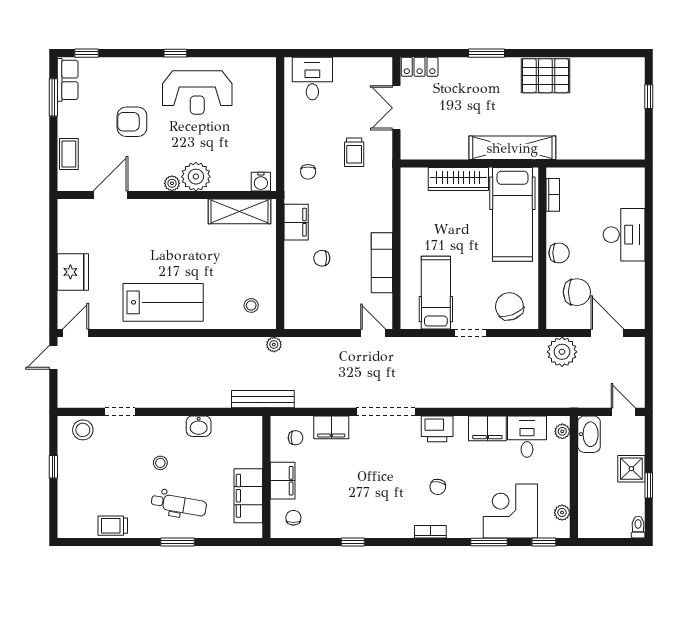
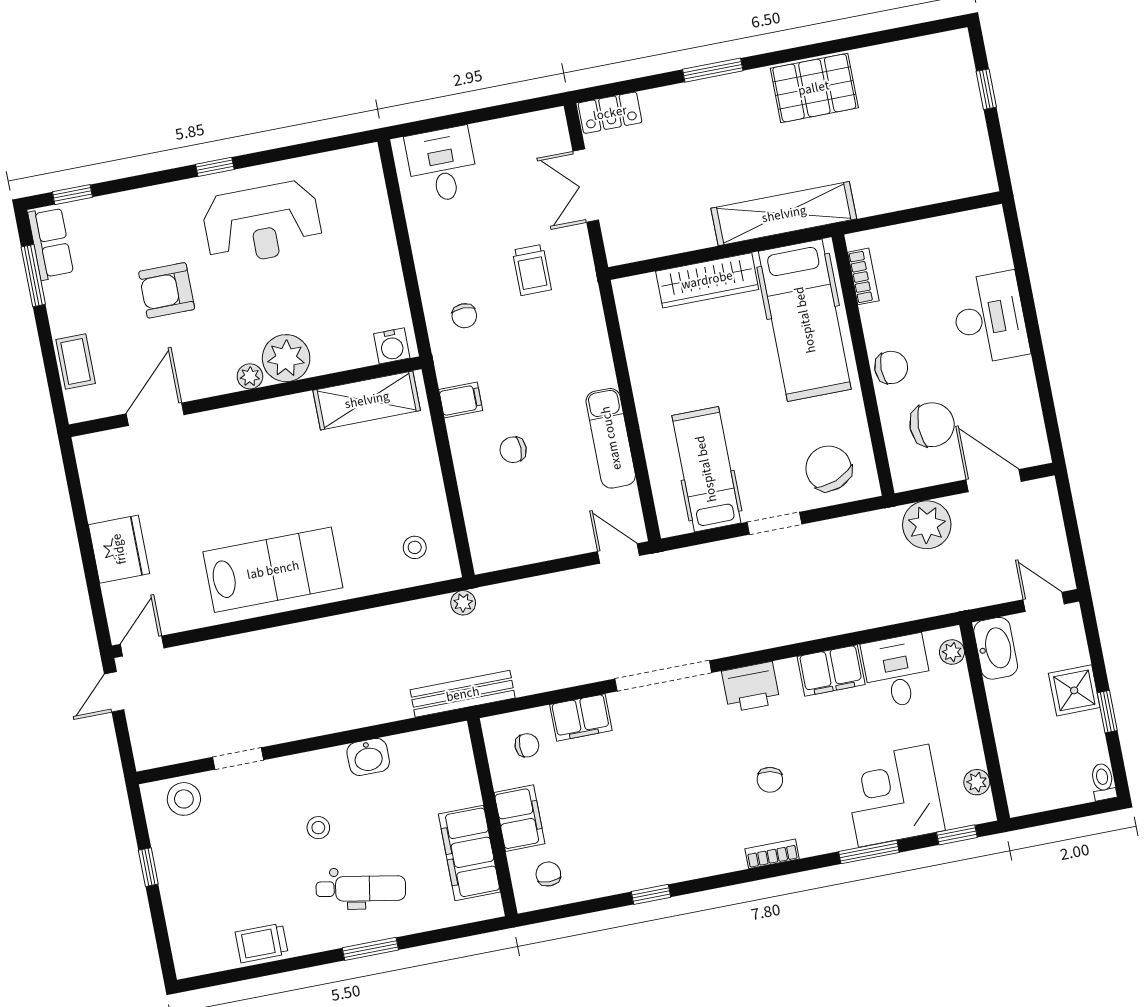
filing cabinet: (296, 222) -> (461, 400), width x0.50

